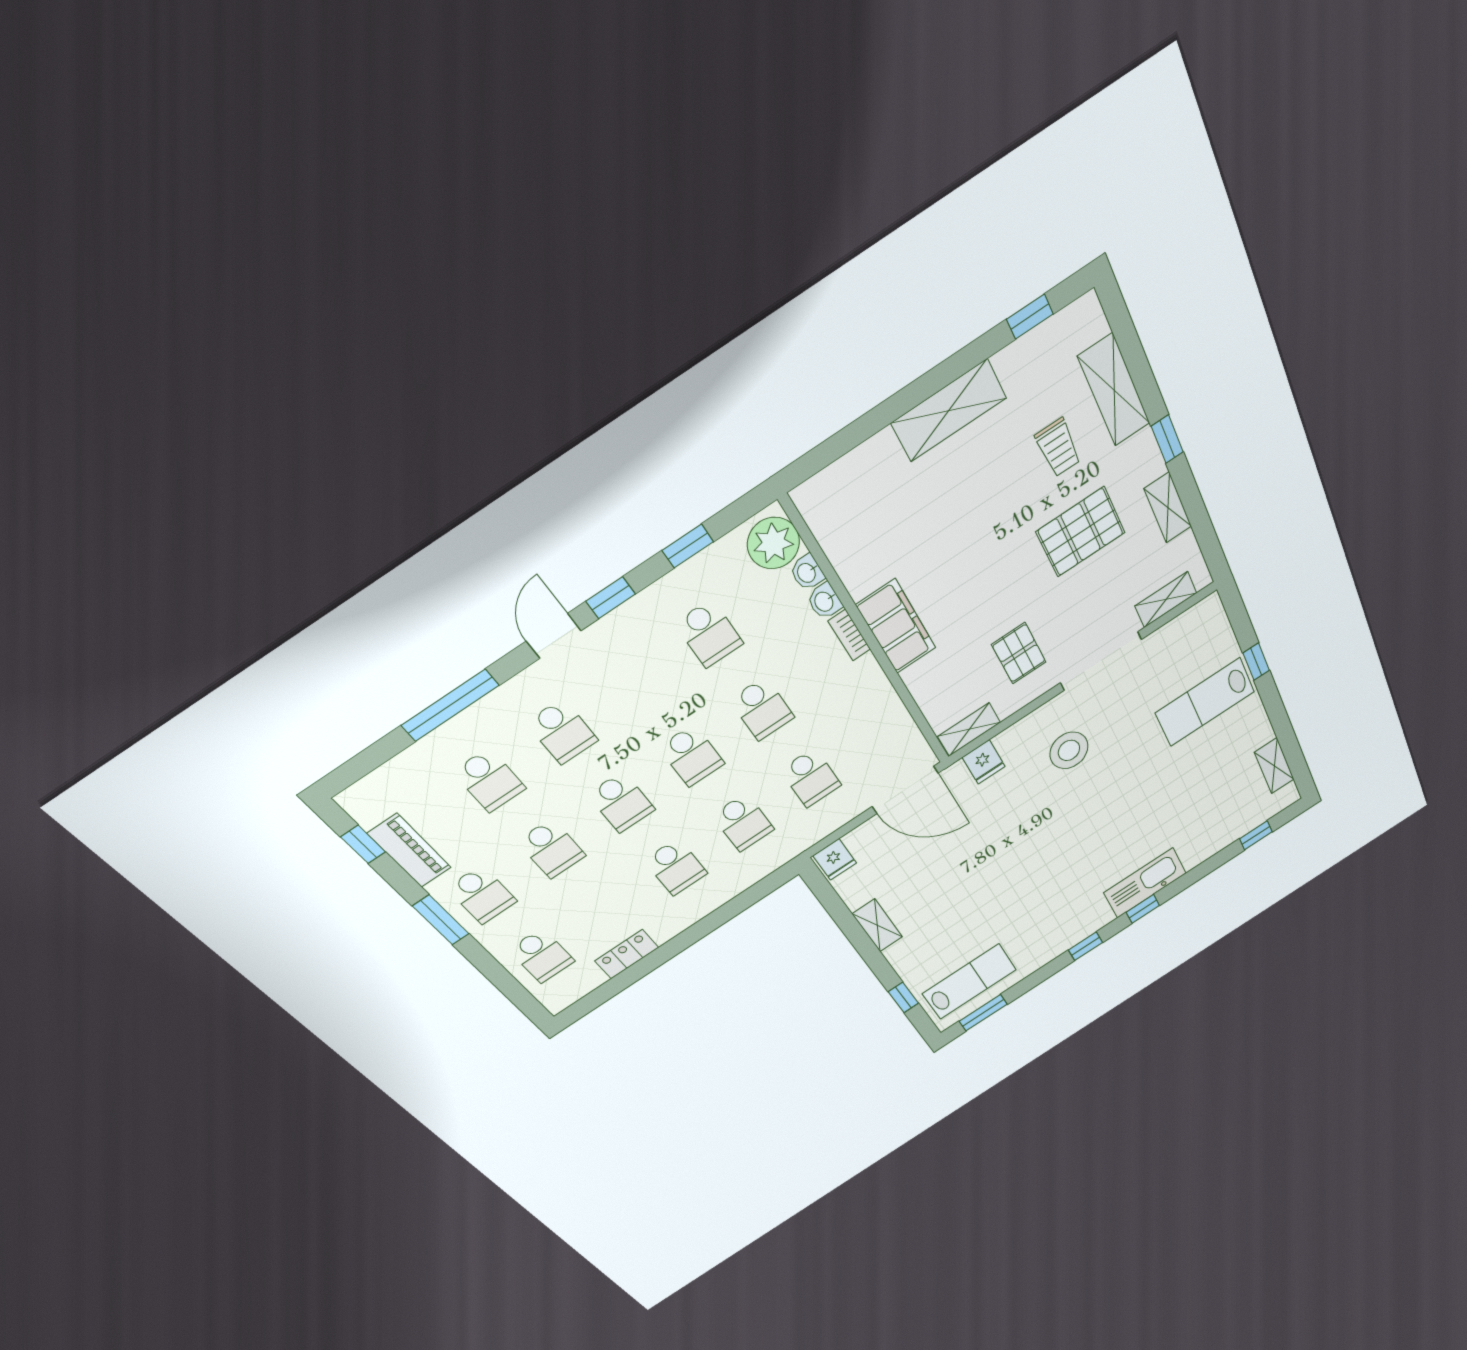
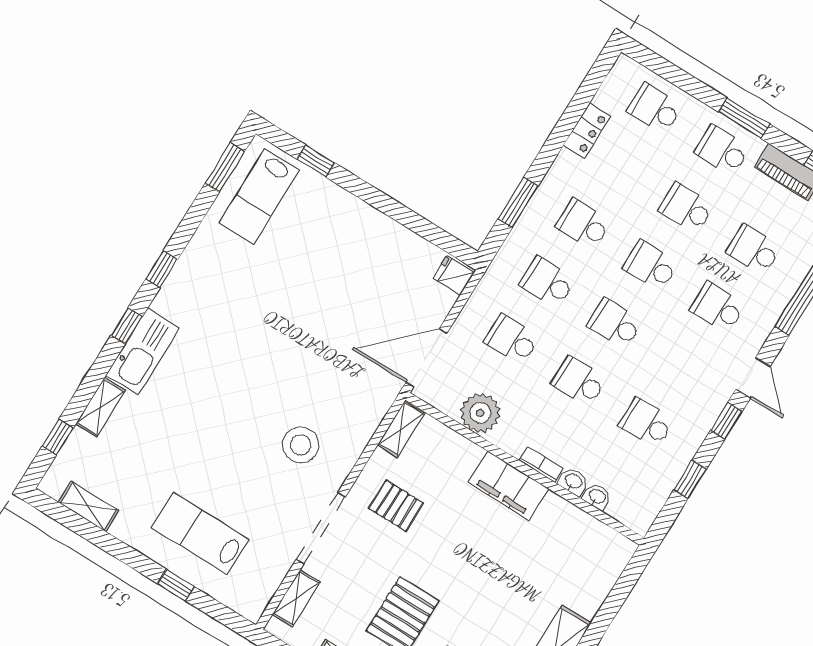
plant: (773, 543) -> (480, 413), moved
lab bench: (1205, 702) -> (200, 533), turned -90
fridge: (984, 762) -> (372, 407), removed
window: (734, 908) -> (518, 202), added
shelving: (877, 925) -> (100, 407), moved, turned 90

